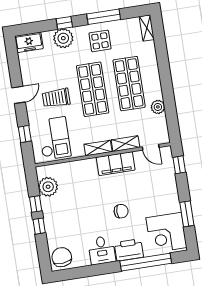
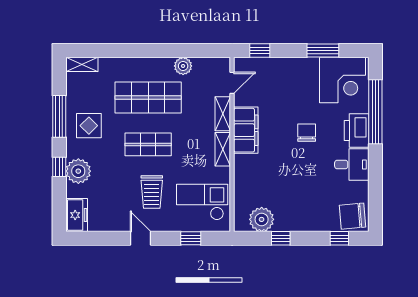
shop shelf: (93, 89) -> (148, 144), width x0.70, depth x0.74
window: (39, 226) -> (339, 238), moved

